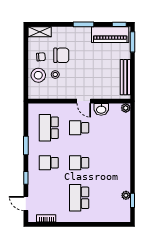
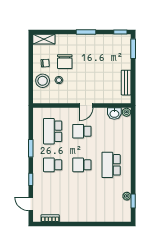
piano: (110, 35) -> (112, 42), removed
chair: (61, 55) -> (65, 62), turned 90
bench: (125, 77) -> (126, 83), width x0.73
door: (84, 101) -> (86, 106), hinge flipped
washbasin: (101, 109) -> (114, 114), moved
school desk: (79, 198) -> (111, 165), moved

